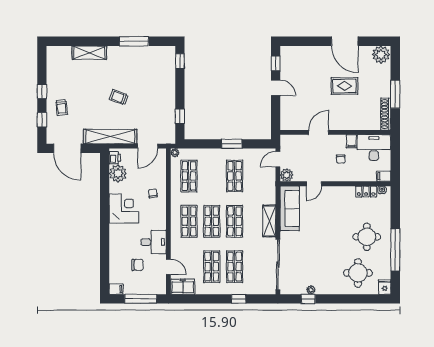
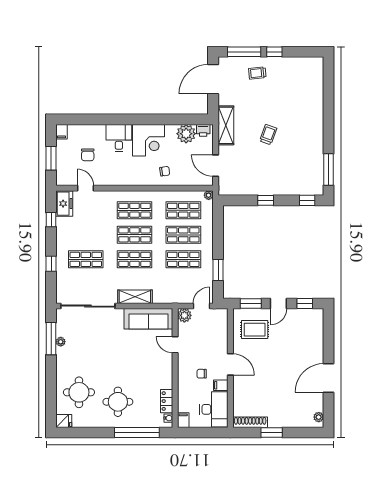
window: (134, 41) -> (329, 170), moved
shelving: (89, 53) -> (316, 103), removed
plant: (381, 55) -> (319, 417), width x0.53, depth x0.53
rug: (345, 86) -> (255, 330), moved, turned 90
window: (395, 94) -> (272, 432), width x0.69
window: (276, 113) -> (251, 304), added
window: (180, 116) -> (266, 200), moved
window: (42, 120) -> (244, 52), width x2.17
door: (319, 132) -> (230, 364), moved
shelving: (110, 137) -> (226, 125), width x0.68
window: (232, 144) -> (218, 270), moved
door: (278, 159) -> (201, 306), hinge flipped
desk: (154, 242) -> (119, 138), moved, turned 180
window: (395, 250) -> (137, 432), moved
door: (168, 267) -> (86, 188), swing flipped
shop shelf: (212, 267) -> (183, 235), moved
window: (141, 299) -> (51, 158), width x0.69
window: (198, 299) -> (51, 220), added
window: (308, 299) -> (51, 339), width x2.17

